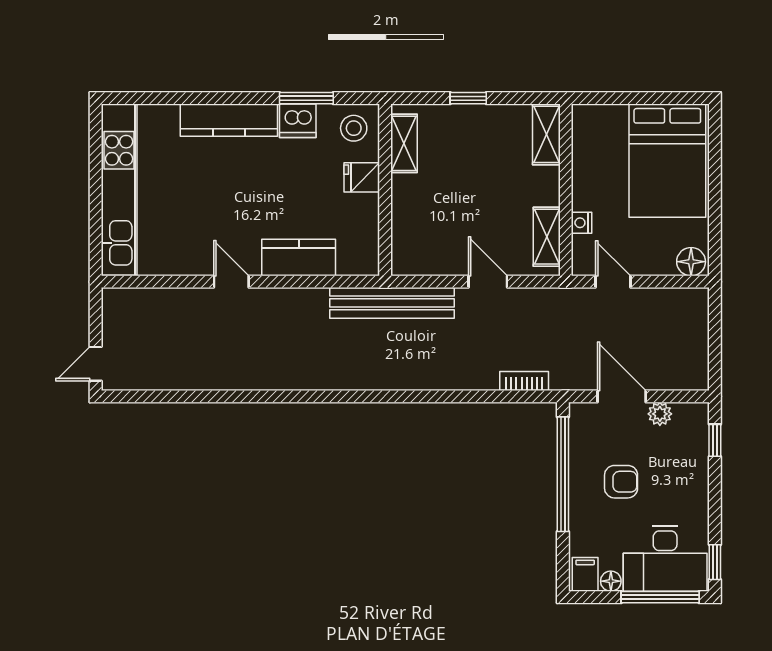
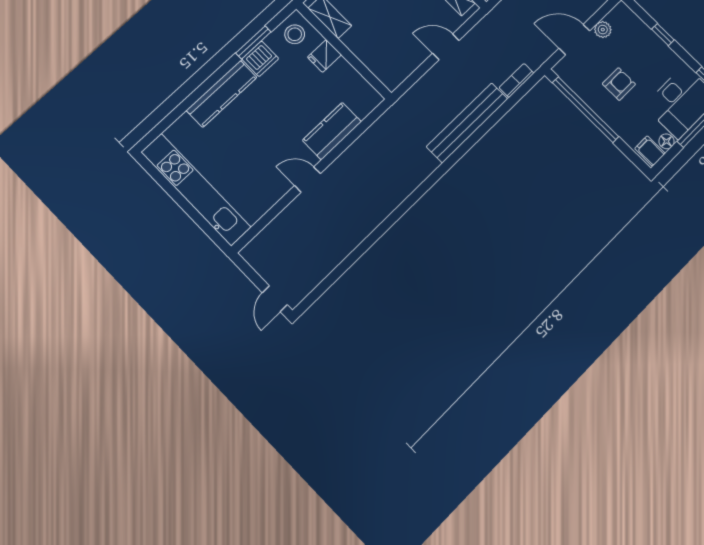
bench: (392, 303) -> (467, 123), moved
window: (715, 440) -> (663, 35), moved

